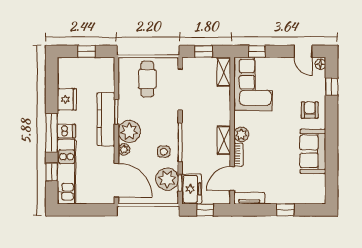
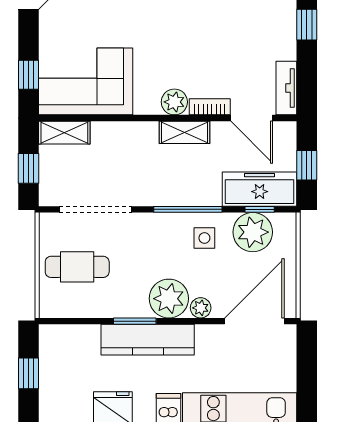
freezer: (192, 189) -> (260, 189), width x1.40

